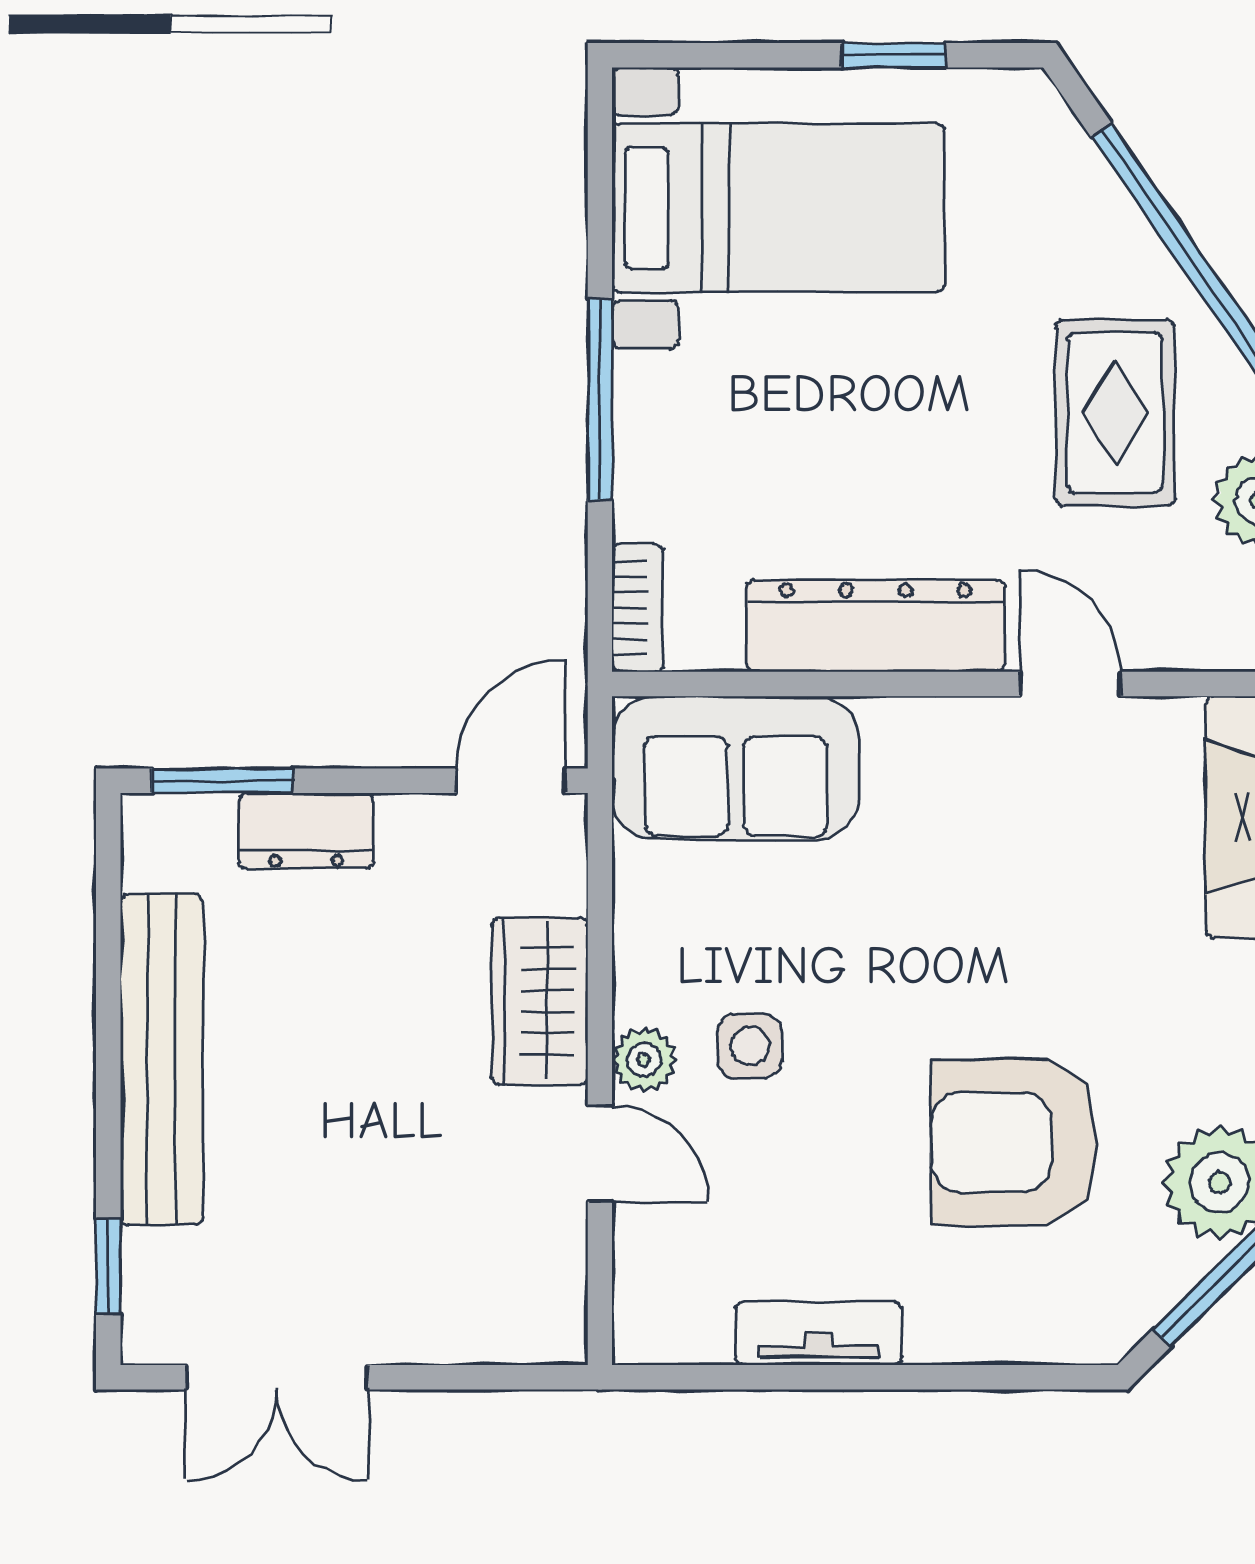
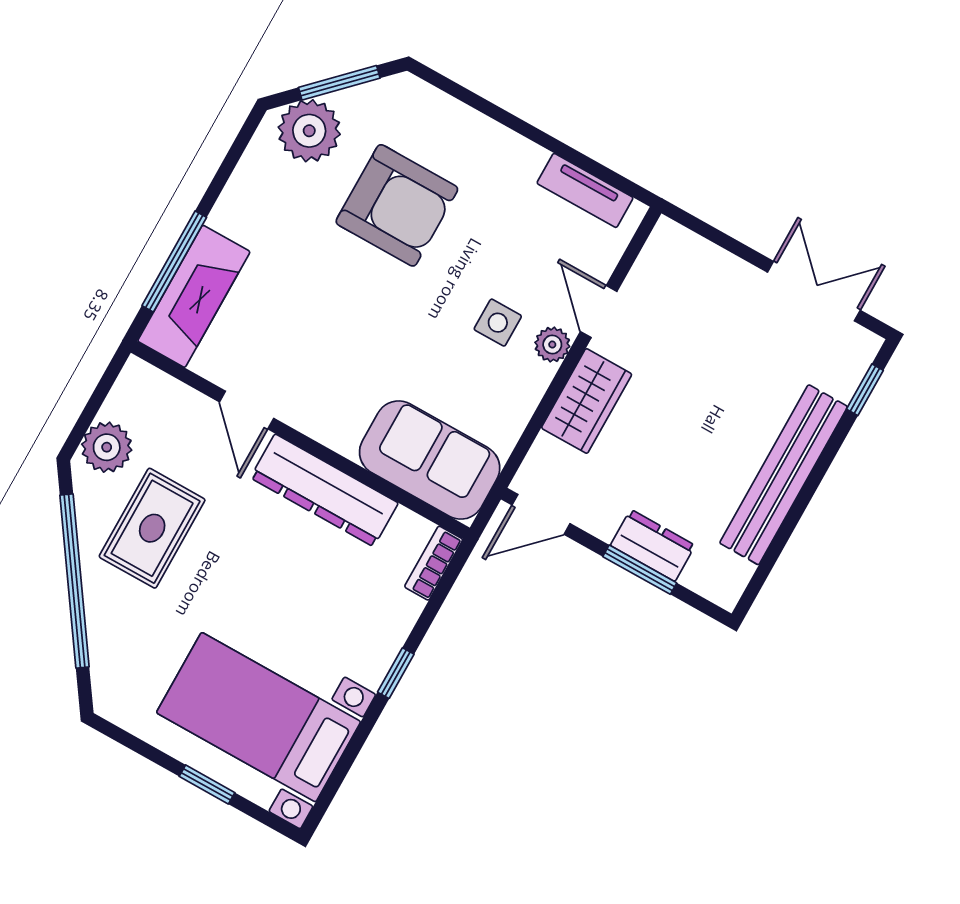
window: (894, 55) -> (207, 784), moved
window: (600, 400) -> (396, 673), width x0.46
window: (222, 781) -> (640, 570), moved
tv unit: (819, 1333) -> (585, 190), moved

